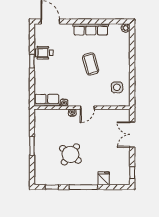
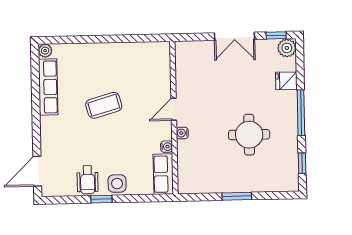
row of seats: (91, 29) -> (48, 87), moved
side table: (117, 87) -> (117, 184), moved
door: (87, 108) -> (174, 109), swing flipped
double door: (132, 135) -> (235, 36), moved
round table: (70, 154) -> (249, 135), turned -38
plant: (124, 179) -> (287, 48), added

